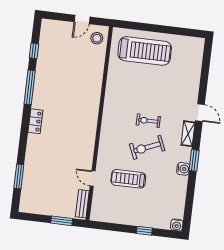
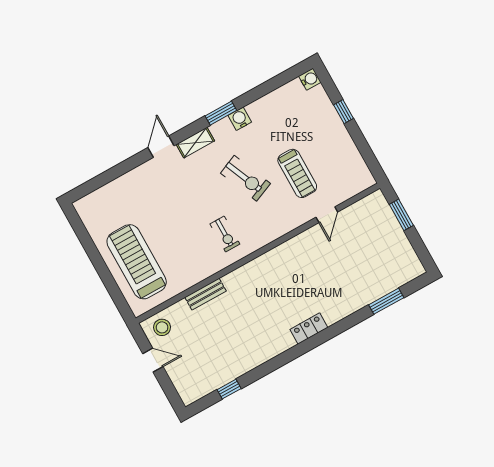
window: (30, 87) -> (275, 364), removed
exercise bike: (148, 121) -> (225, 234), moved
bench: (82, 204) -> (206, 294), moved

